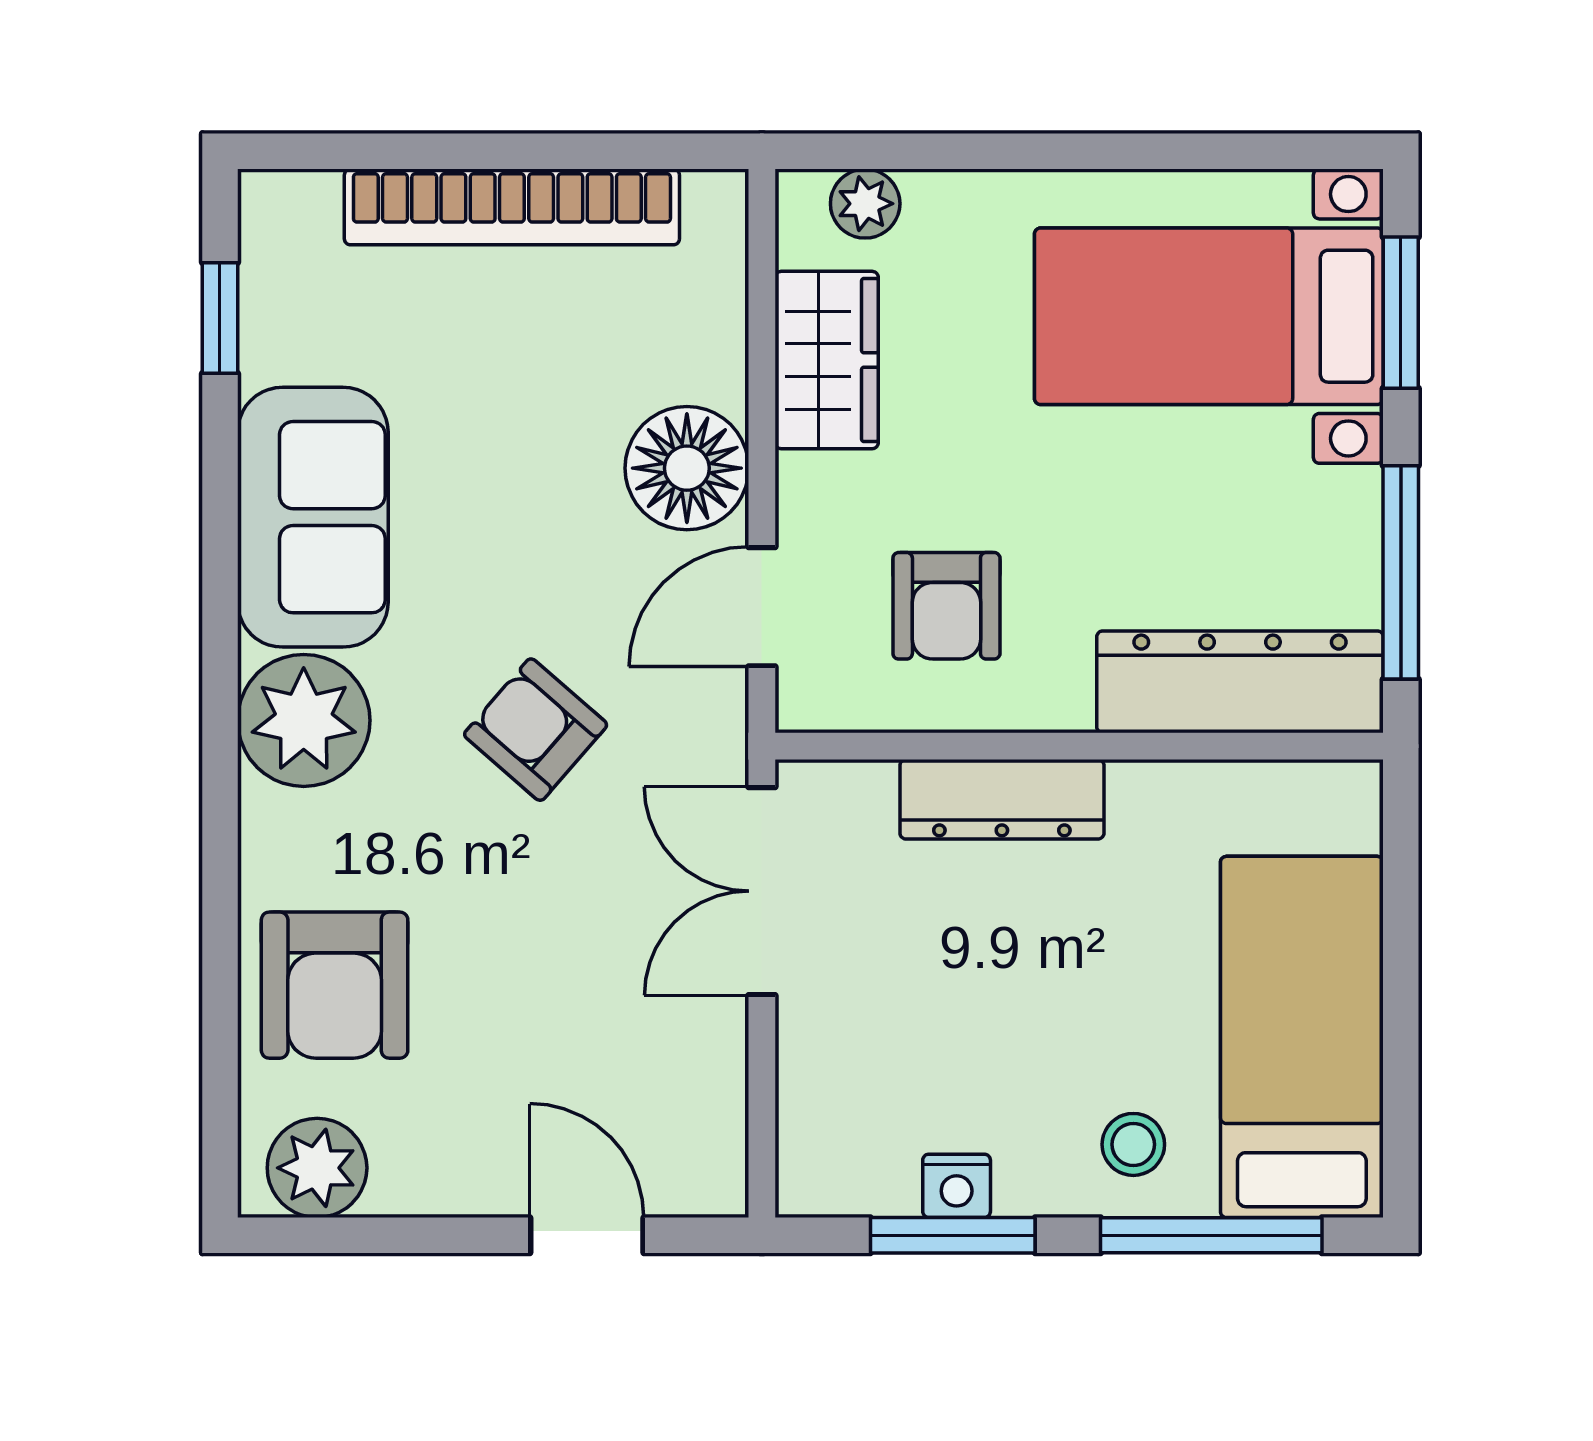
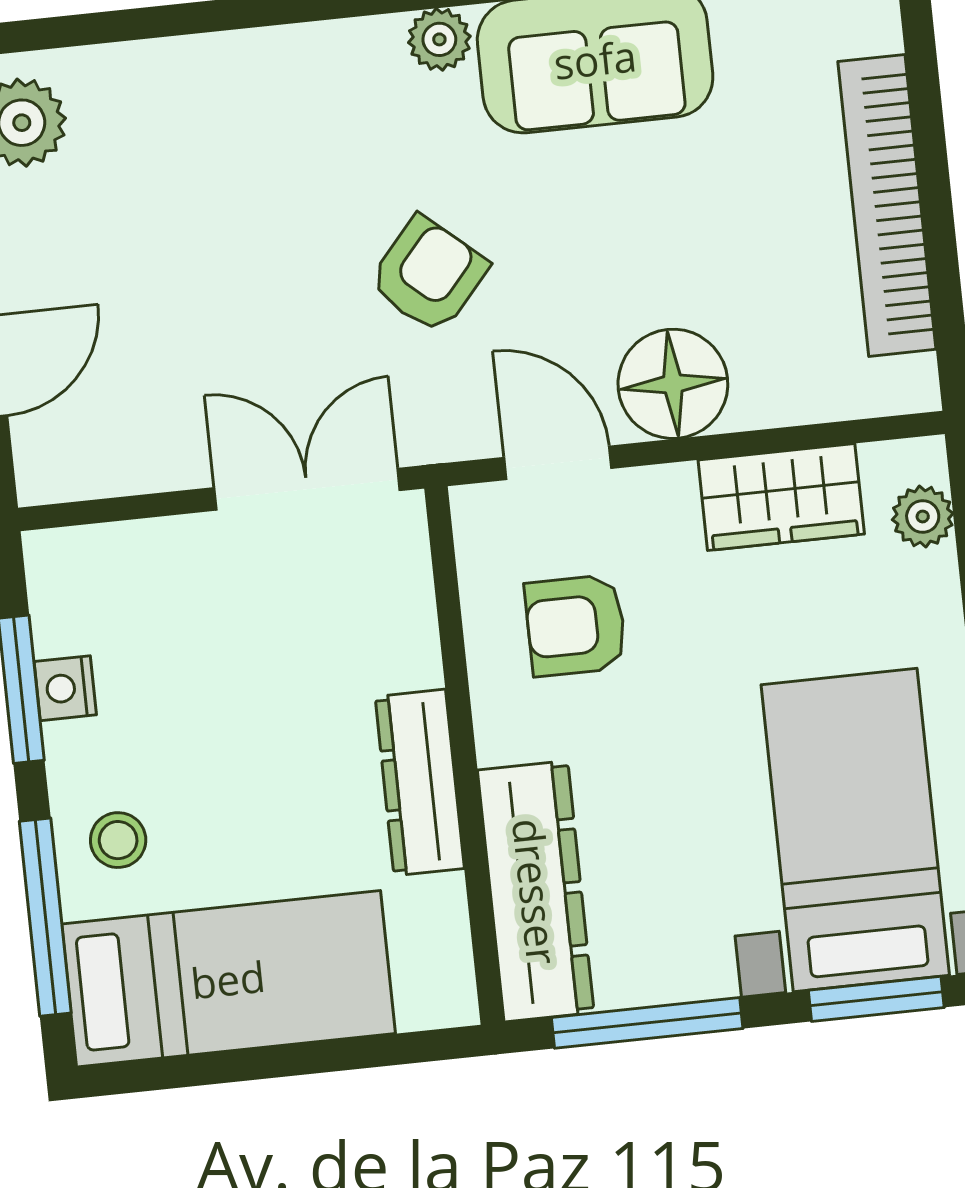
plant: (304, 720) -> (439, 39), width x0.53, depth x0.53
dresser: (1002, 799) -> (420, 782), moved
armchair: (335, 985) -> (185, 121), removed

